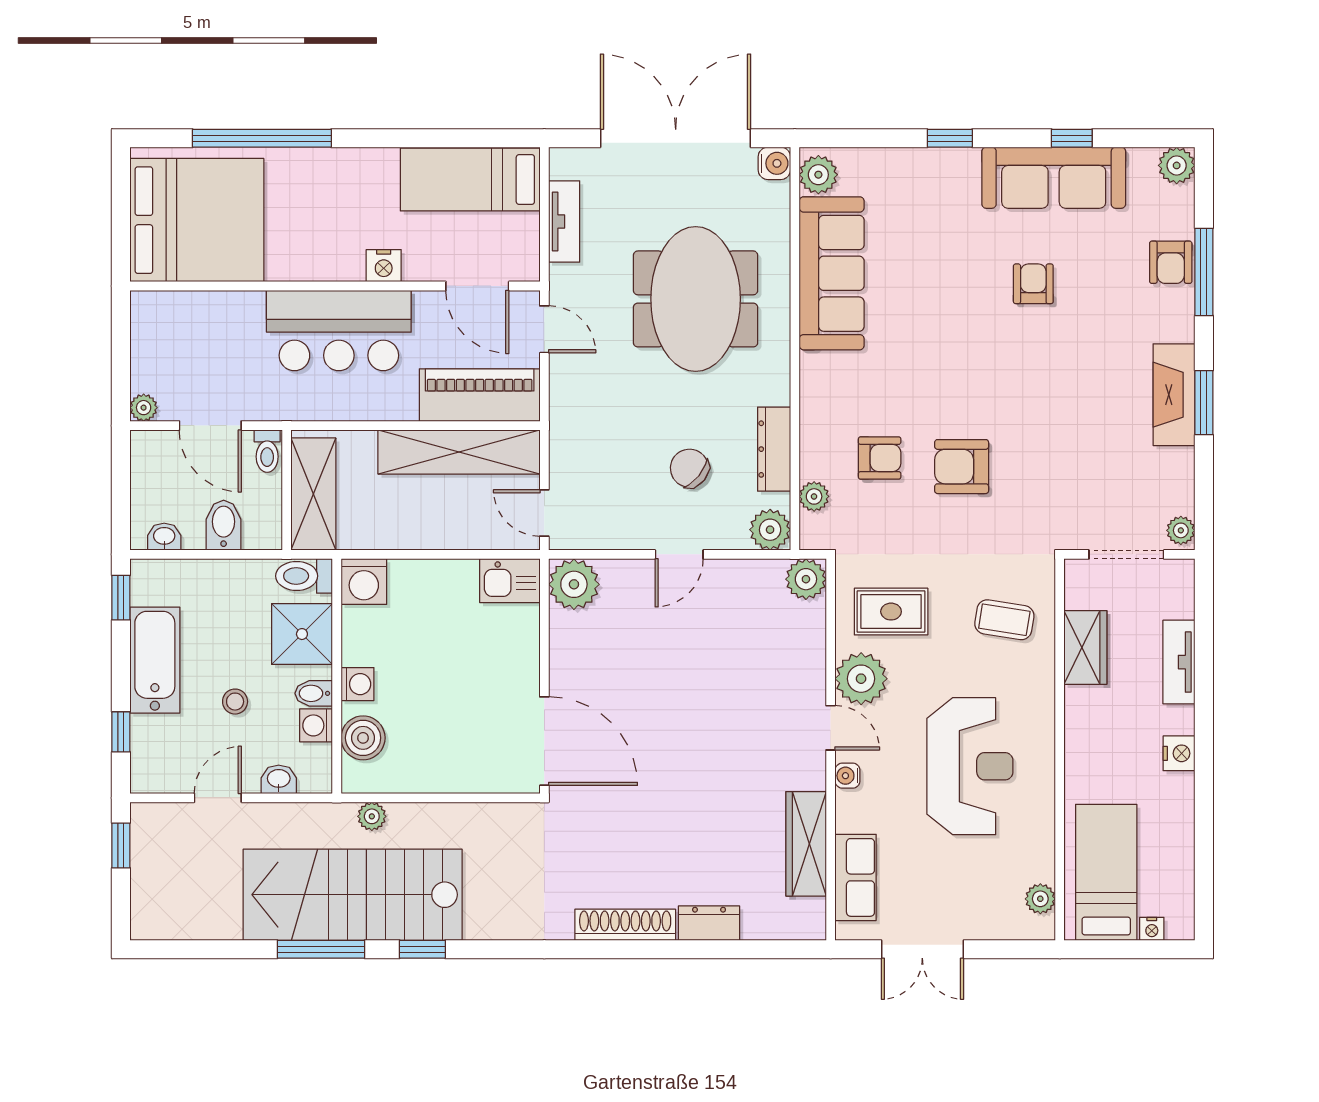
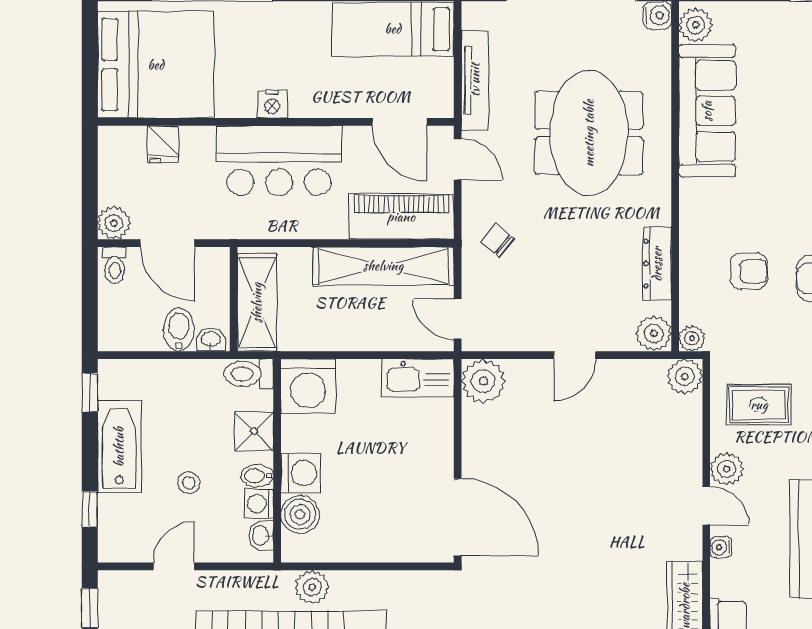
tv unit: (564, 221) -> (475, 80), width x1.41
nightstand: (384, 266) -> (272, 104), moved
fridge: (205, 312) -> (163, 144), added
plant: (144, 408) -> (114, 223), width x1.38, depth x1.38
toilet: (267, 451) -> (115, 265), moved
chair: (689, 468) -> (497, 240), moved, width x0.73, depth x0.73
plant: (814, 496) -> (692, 338), moved
washbasin: (164, 537) -> (211, 340), moved
kitchen sink: (510, 581) -> (418, 378), width x1.38
washing machine: (364, 582) -> (308, 386), width x1.37, depth x1.37
shower: (302, 634) -> (254, 431), width x0.73, depth x0.73
plant: (861, 679) -> (727, 469), width x0.73, depth x0.73
washing machine: (357, 684) -> (301, 473), width x1.38, depth x1.38
washbasin: (279, 779) -> (261, 536), moved, turned -90
plant: (372, 816) -> (312, 587), width x1.38, depth x1.38

